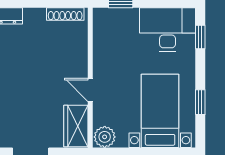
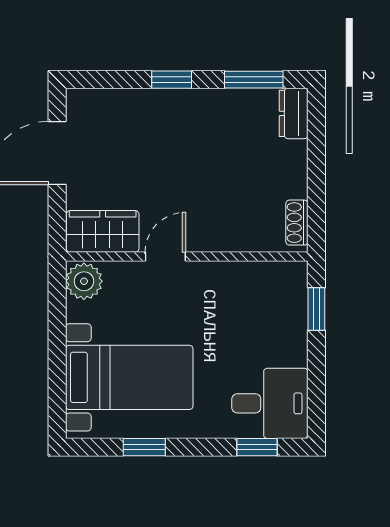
shoe rack: (65, 14) -> (297, 223), width x0.70
desk: (168, 30) -> (270, 403), width x0.73

